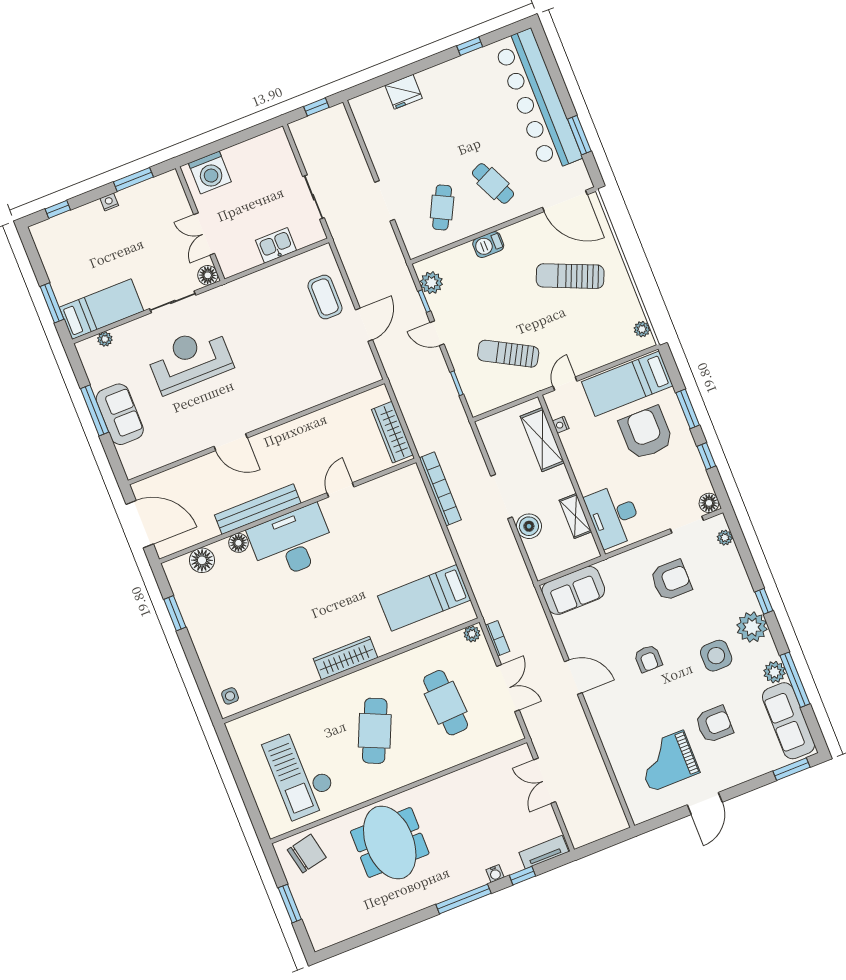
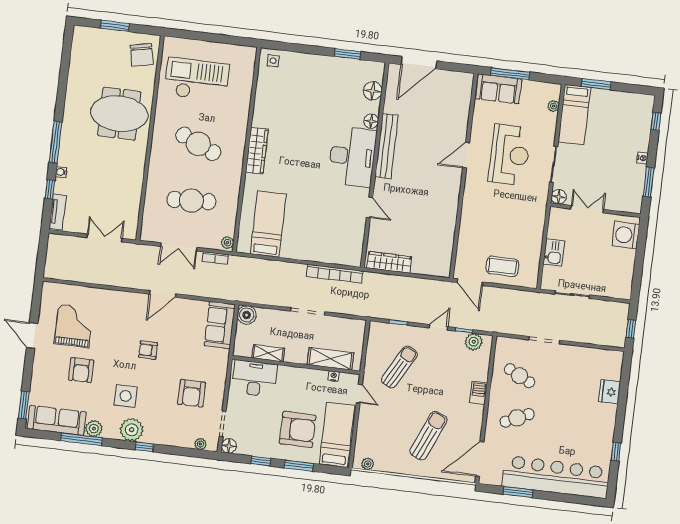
wall: (256, 432) -> (464, 176), moved
door: (231, 442) -> (466, 155), moved
boiler: (529, 526) -> (247, 315), moved

